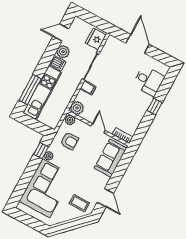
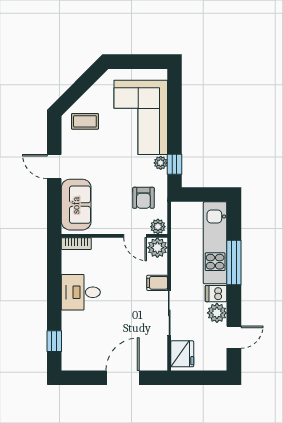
door: (138, 44) -> (123, 378), swing flipped
desk: (149, 81) -> (81, 292), moved
window: (30, 89) -> (234, 263), moved
window: (155, 107) -> (54, 341), moved
door: (98, 128) -> (135, 236), moved
armchair: (69, 141) -> (143, 198), turned -90
door: (105, 198) -> (54, 167), moved

